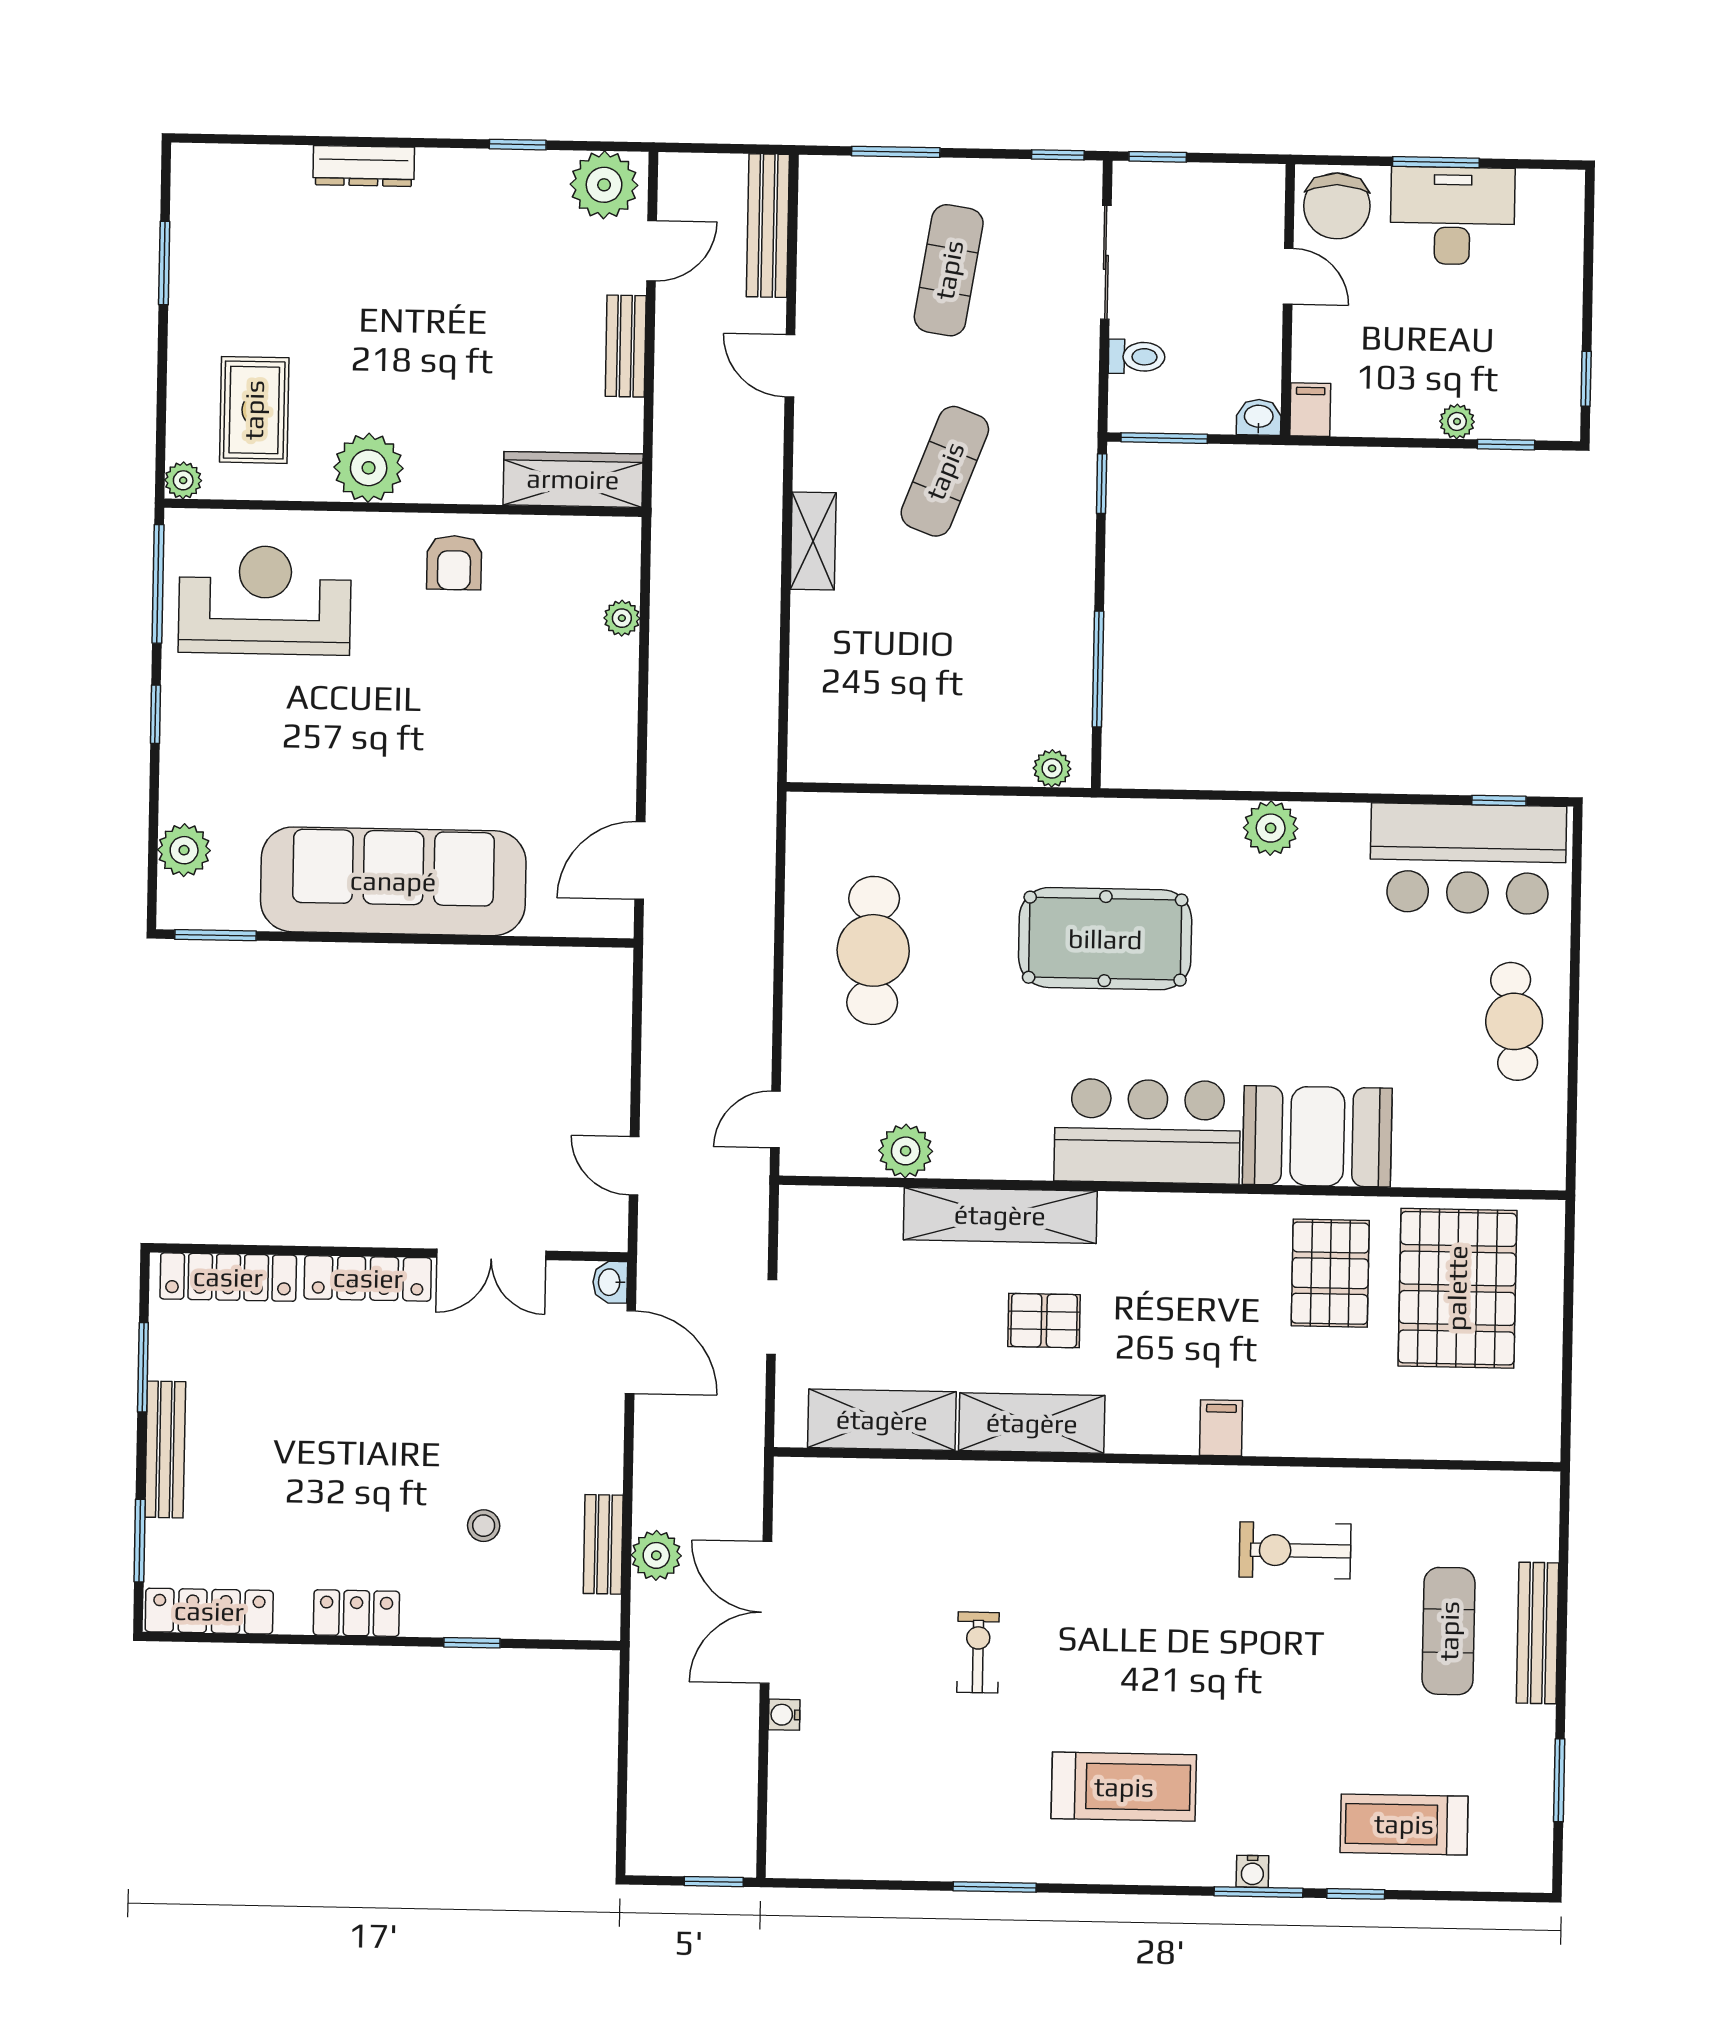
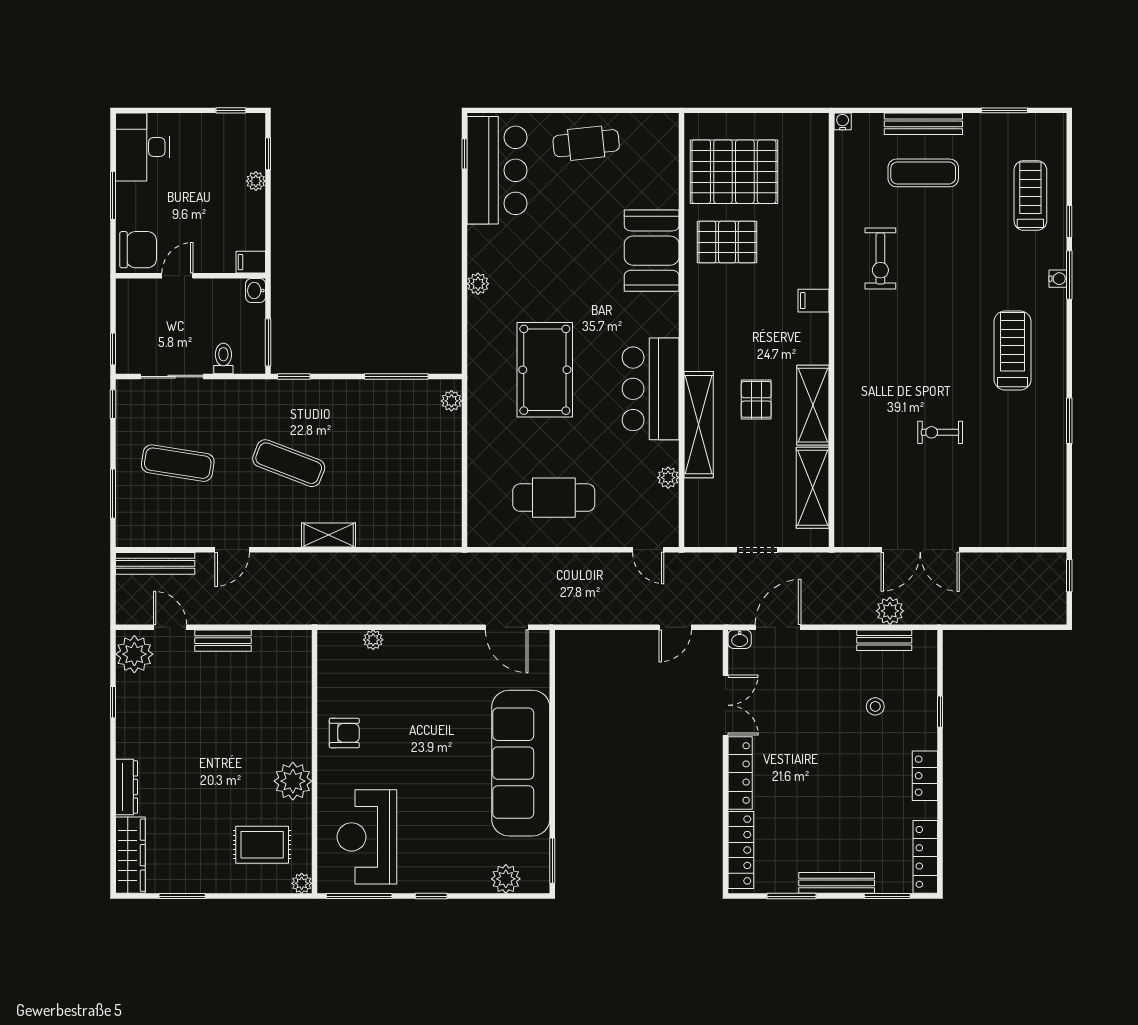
desk: (1452, 216) -> (142, 147), moved
wardrobe: (573, 479) -> (130, 855), moved, turned 180
plant: (1271, 828) -> (478, 284), width x0.73, depth x0.73
bar counter: (1147, 1131) -> (651, 389), moved
plant: (906, 1151) -> (668, 478), width x0.73, depth x0.73
water cooler: (784, 1715) -> (843, 121), moved, turned 180
treadmill: (1404, 1824) -> (1030, 195), turned 180

